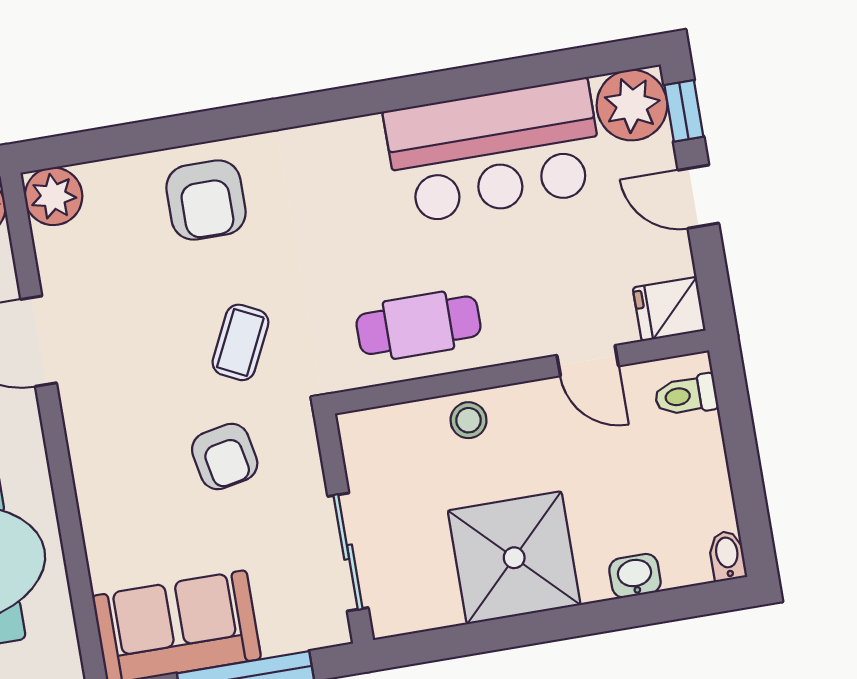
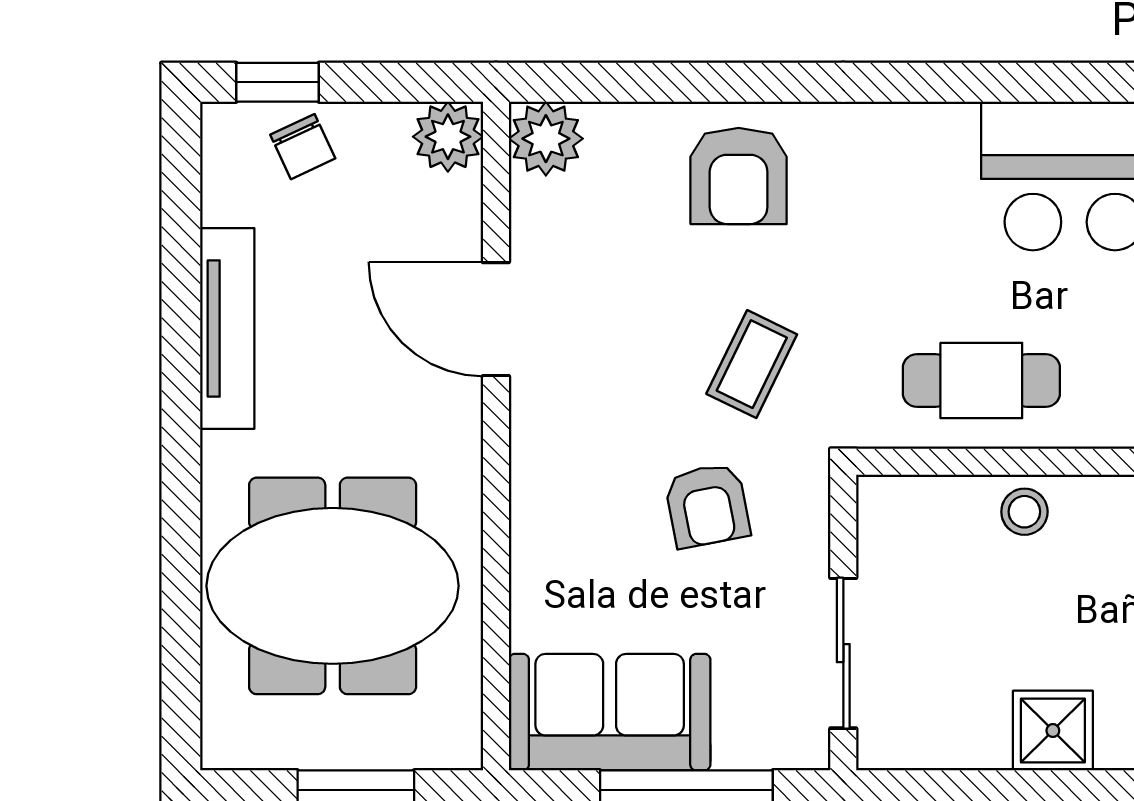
shower: (514, 558) -> (1053, 731), width x0.54, depth x0.54

